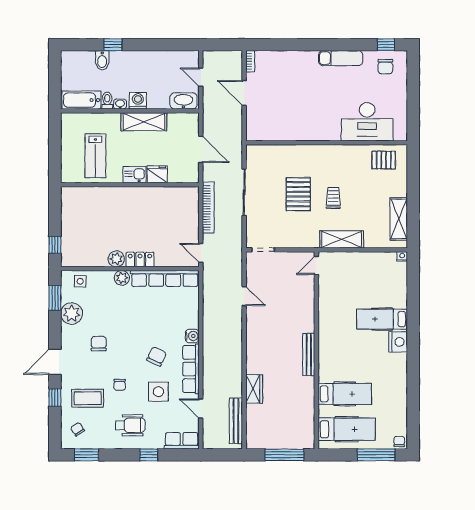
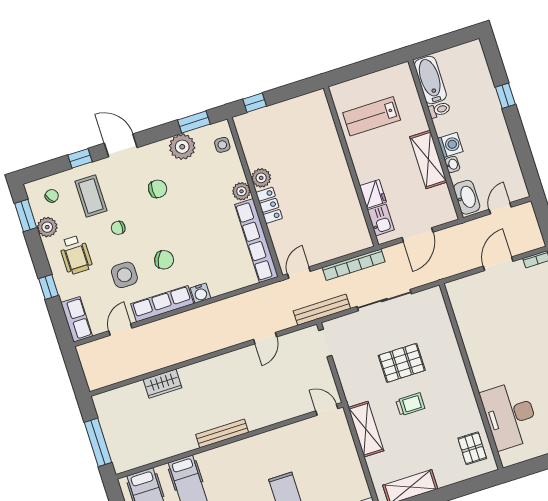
bidet: (102, 60) -> (484, 89), removed
washbasin: (120, 104) -> (452, 164), moved
kitchen sink: (135, 175) -> (381, 220), moved
bench: (236, 421) -> (322, 310), moved
plant: (101, 441) -> (47, 227), added

